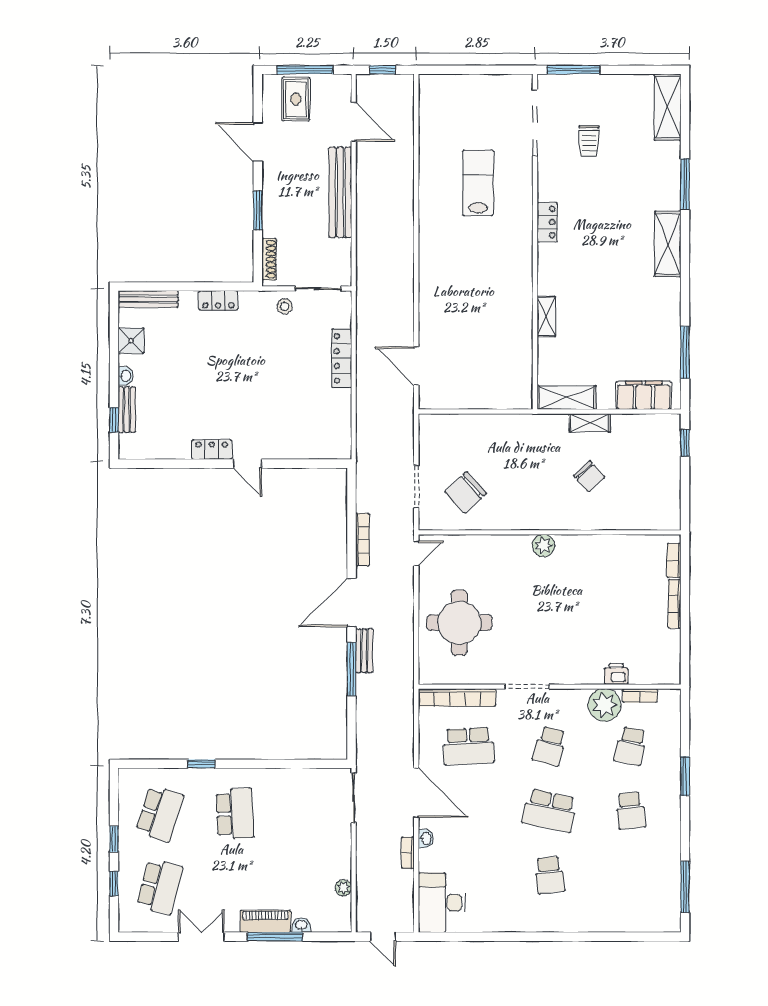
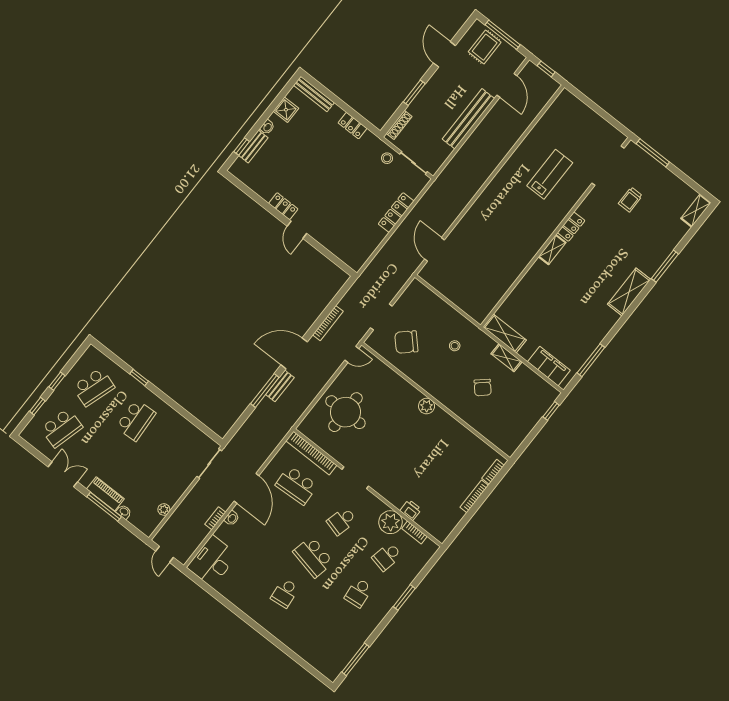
shelving: (668, 107) -> (696, 211), width x0.67, depth x0.75
shelving: (546, 316) -> (552, 250), moved
stool: (522, 455) -> (455, 346), added

